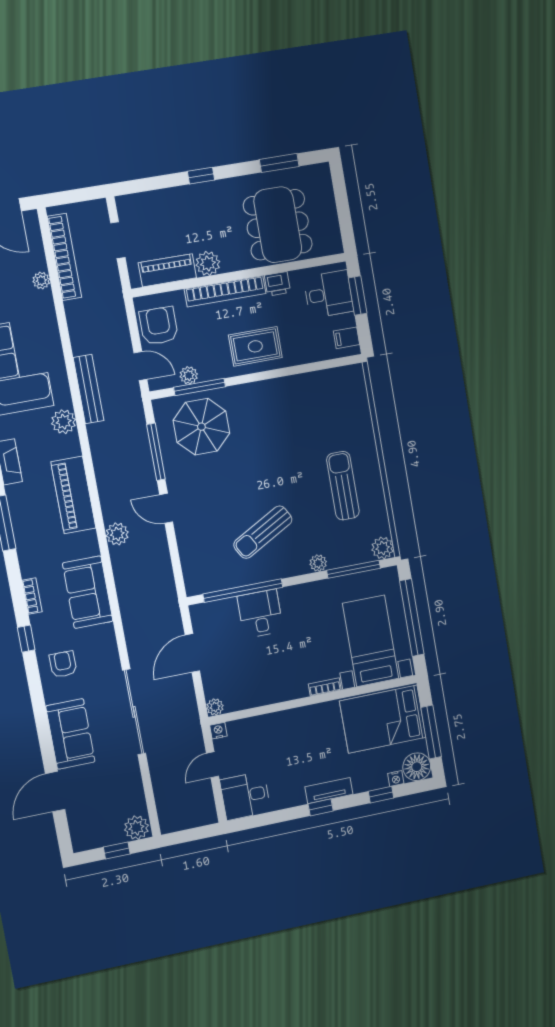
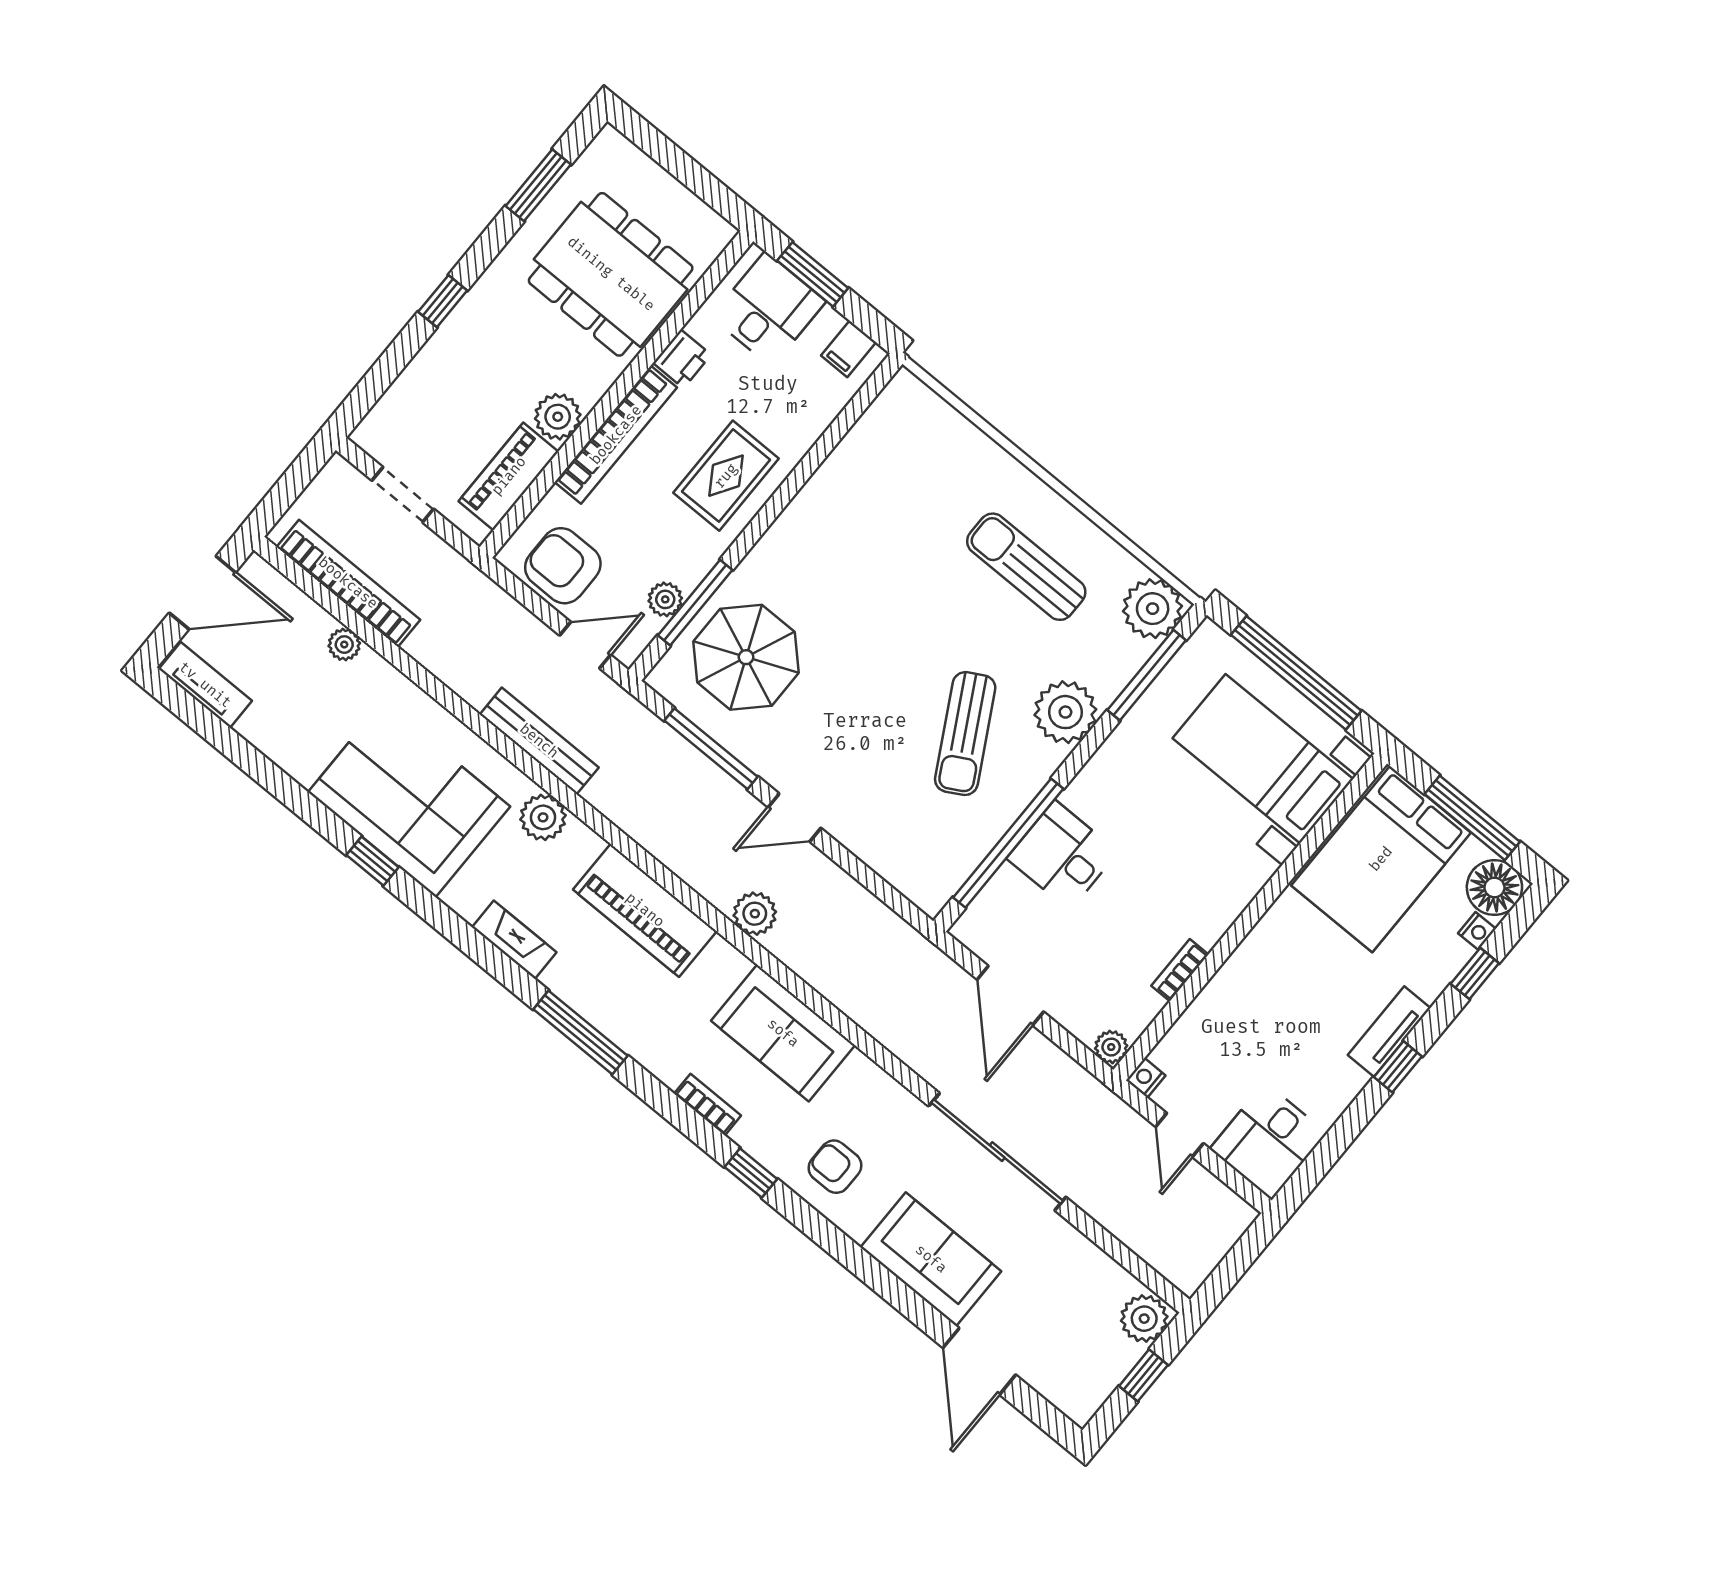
plant: (383, 548) -> (1153, 609), width x1.36, depth x1.36
plant: (318, 563) -> (1065, 712), width x1.87, depth x1.87
bookcase: (325, 687) -> (1180, 970), moved

